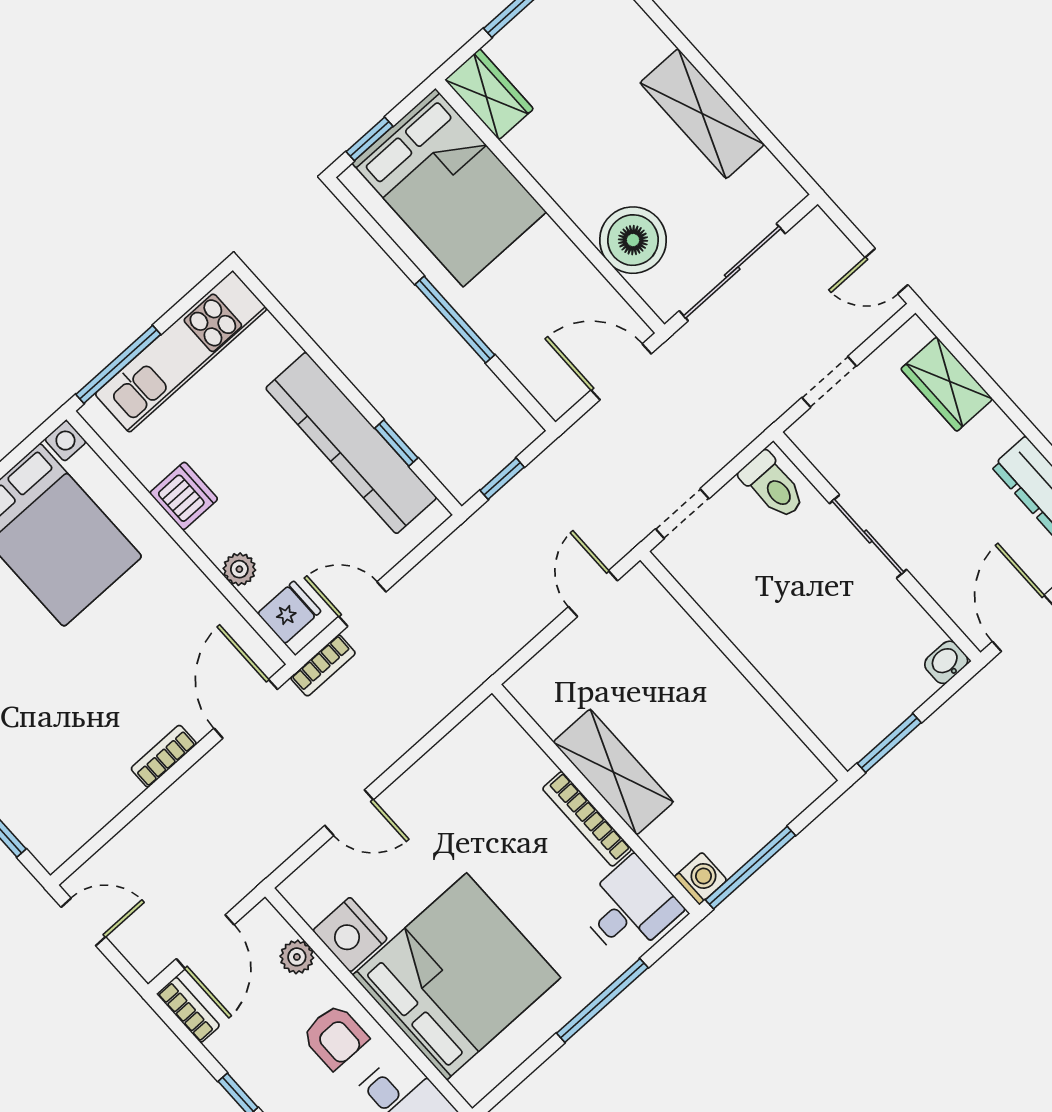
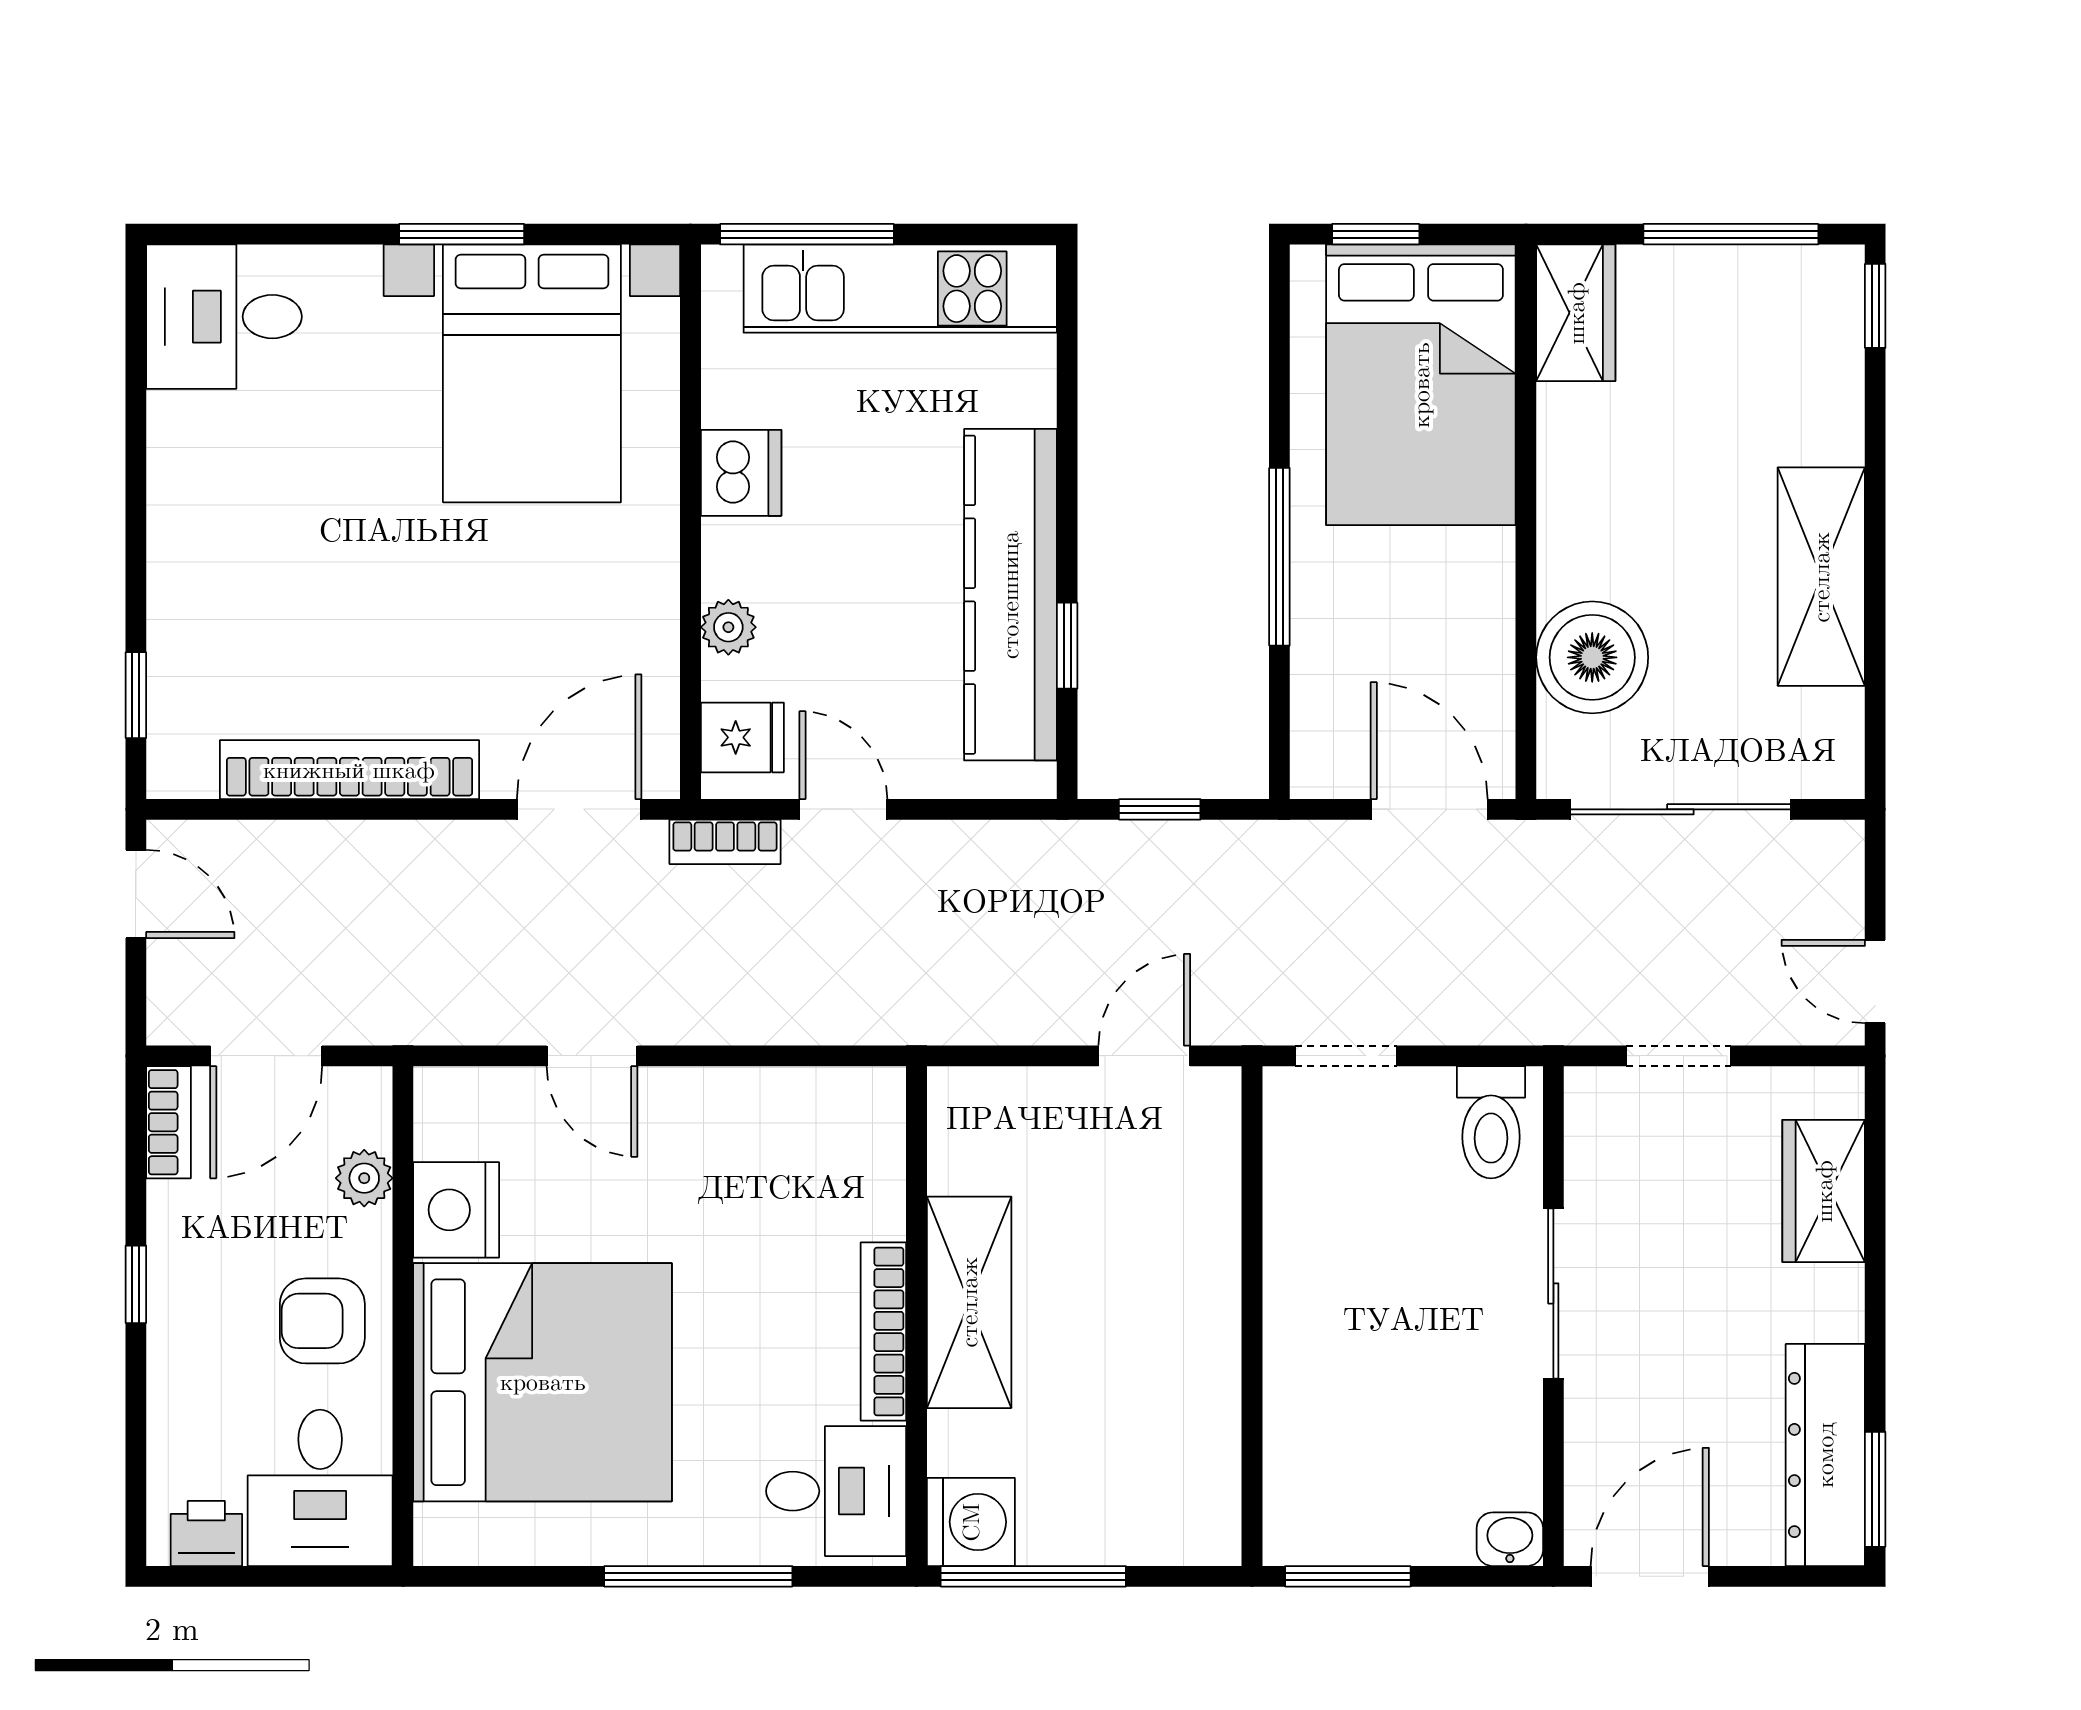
bookcase: (164, 756) -> (349, 770), width x2.31, depth x1.31
washing machine: (701, 879) -> (971, 1522), width x1.38, depth x1.38
armchair: (335, 1037) -> (322, 1321), turned 90

